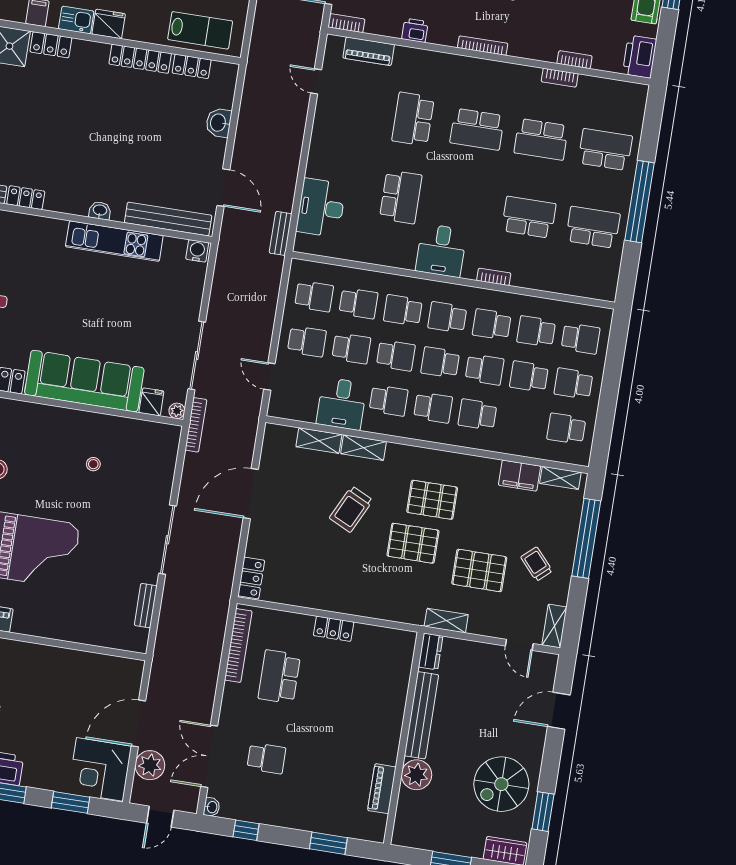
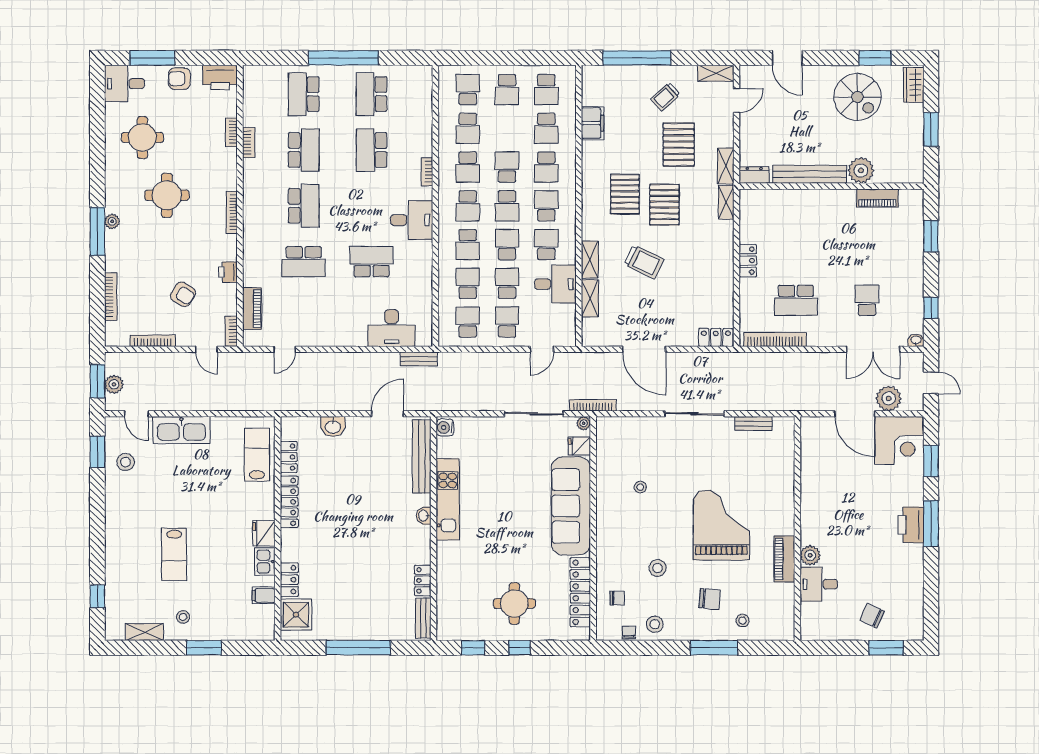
school desk: (529, 377) -> (546, 128), moved
shelving: (560, 478) -> (726, 202), moved

